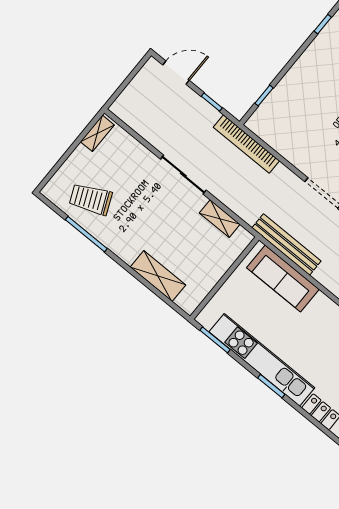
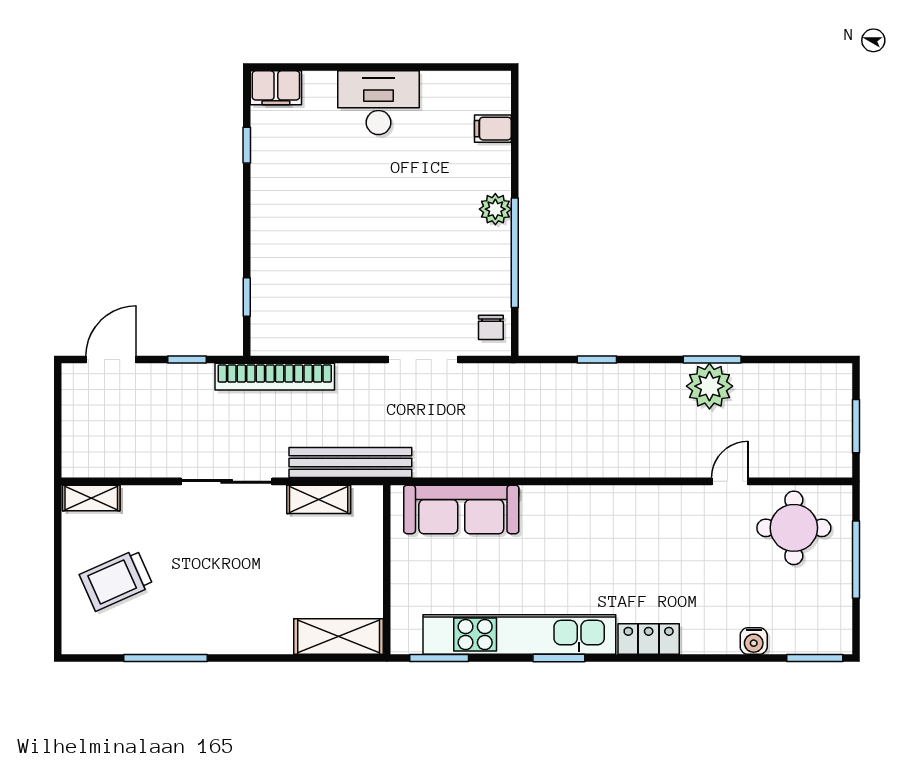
shelving: (97, 133) -> (91, 498), moved, turned 90
trolley: (91, 199) -> (116, 580), moved
bench: (286, 244) -> (350, 462), moved
shelving: (158, 276) -> (339, 637), moved

